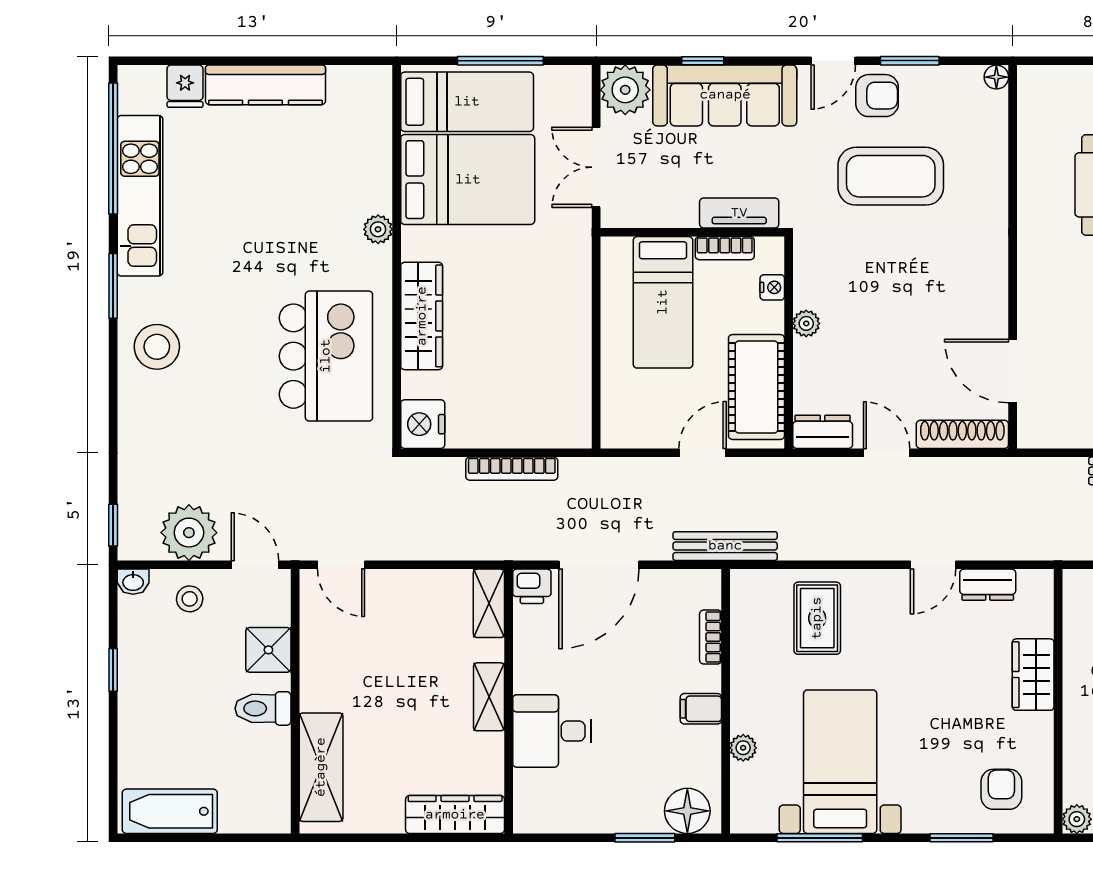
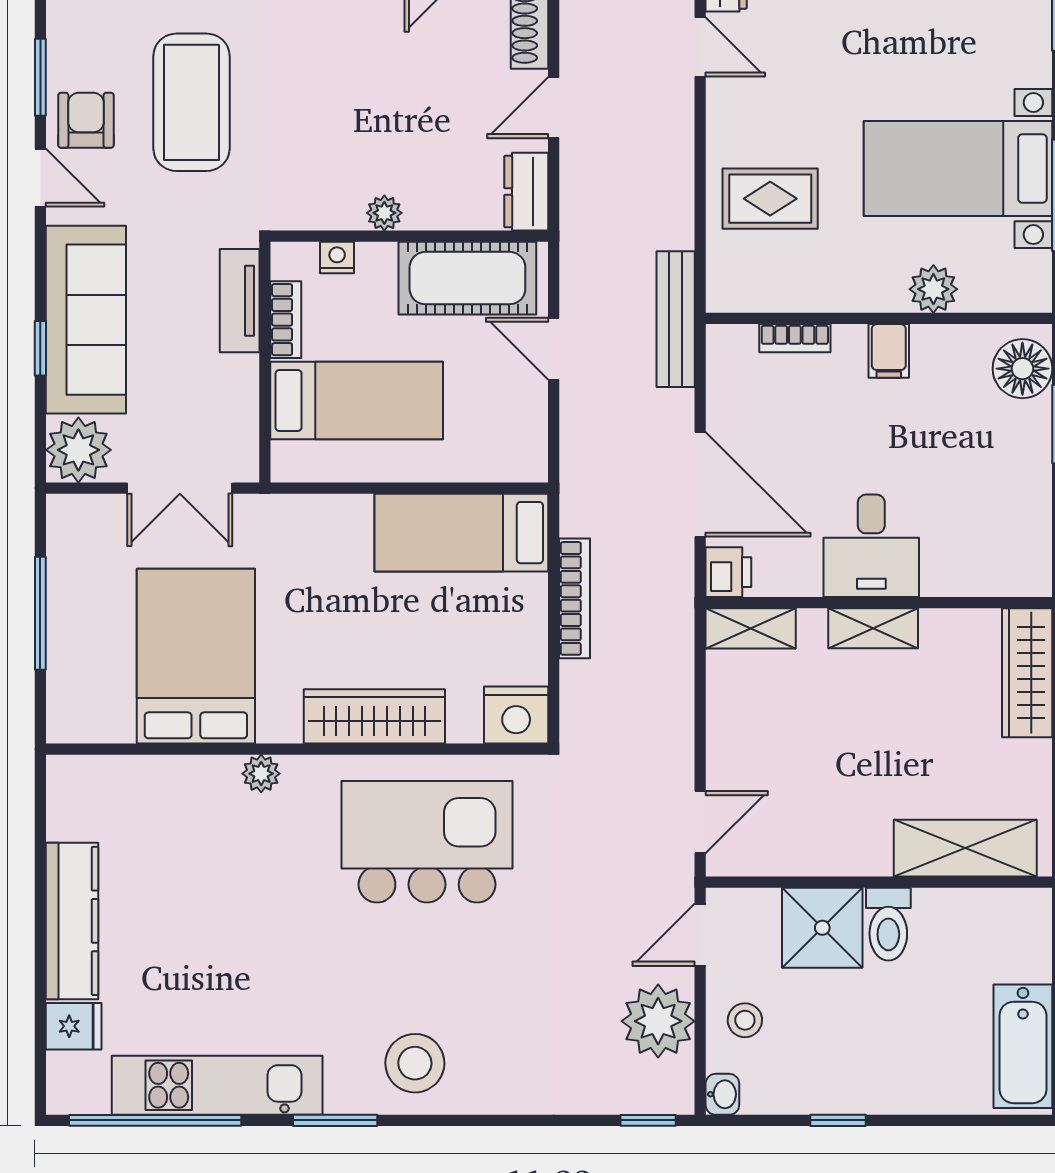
bed: (467, 102) -> (461, 533), moved, turned -90
shower: (268, 650) -> (822, 928), width x1.36, depth x1.36
desk: (552, 731) -> (871, 546), moved
plant: (743, 748) -> (933, 289), width x1.38, depth x1.38

